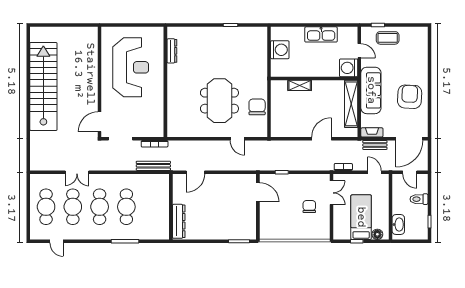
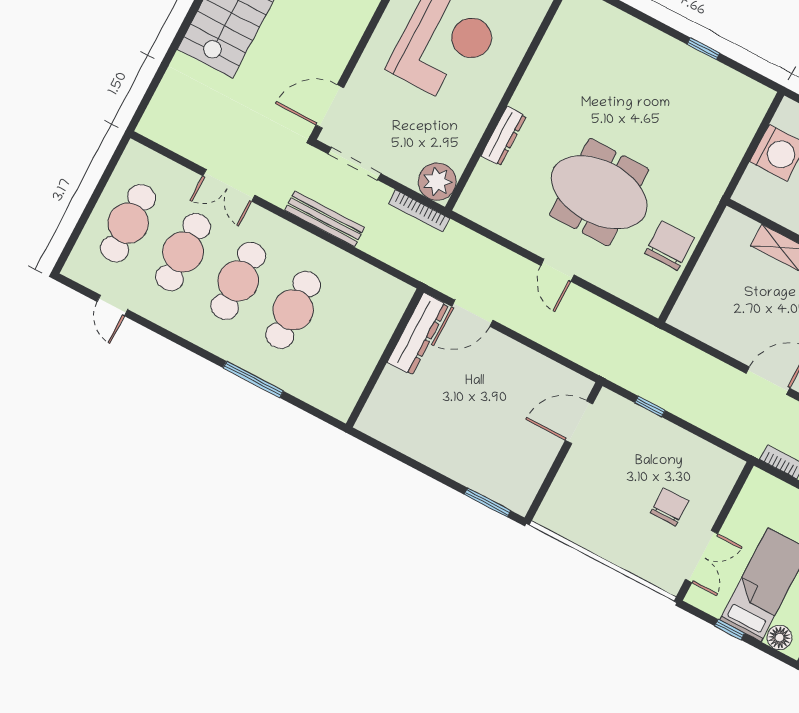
dresser: (172, 51) -> (504, 136), moved
meeting table: (219, 101) -> (599, 192), turned 90
plant: (156, 129) -> (437, 182), added
door: (237, 139) -> (557, 270), moved
bench: (153, 166) -> (325, 219), moved
door: (258, 192) -> (579, 422), swing flipped
double door: (331, 193) -> (701, 557), moved
dresser: (179, 221) -> (418, 334), moved

